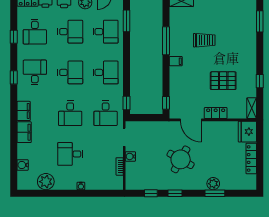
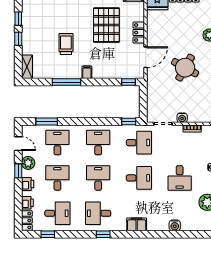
window: (14, 37) -> (48, 234), moved
pallet: (223, 81) -> (106, 25), width x1.37, depth x1.41
filing cabinet: (24, 132) -> (158, 224), removed
water cooler: (23, 165) -> (175, 225), moved

